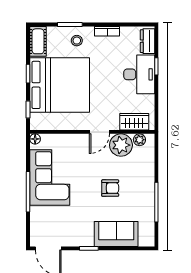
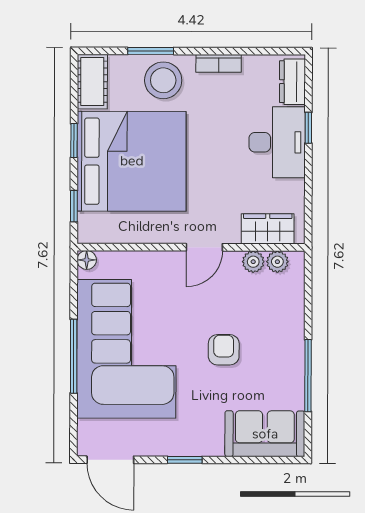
stool: (77, 41) -> (163, 80), width x1.89, depth x1.89
plant: (121, 145) -> (253, 262), width x0.53, depth x0.53
corner sofa: (50, 178) -> (126, 349), width x1.36, depth x1.36
armchair: (110, 188) -> (224, 350), turned -90
sofa: (116, 234) -> (265, 434), moved

